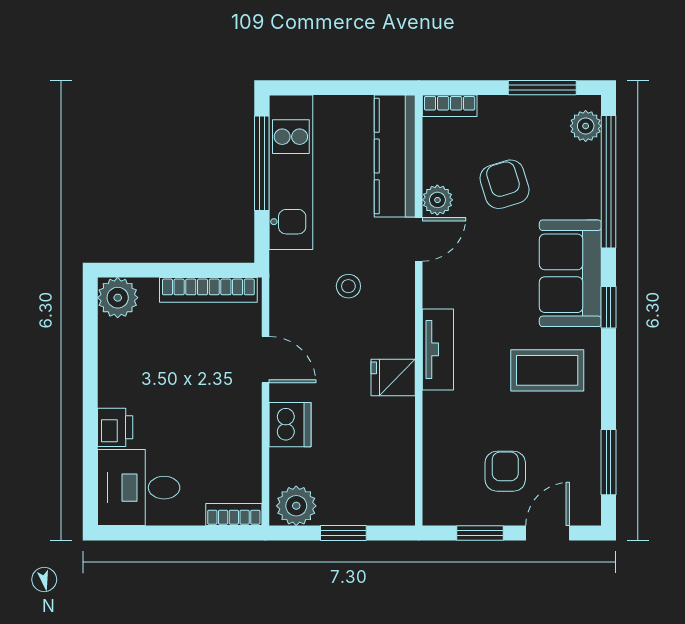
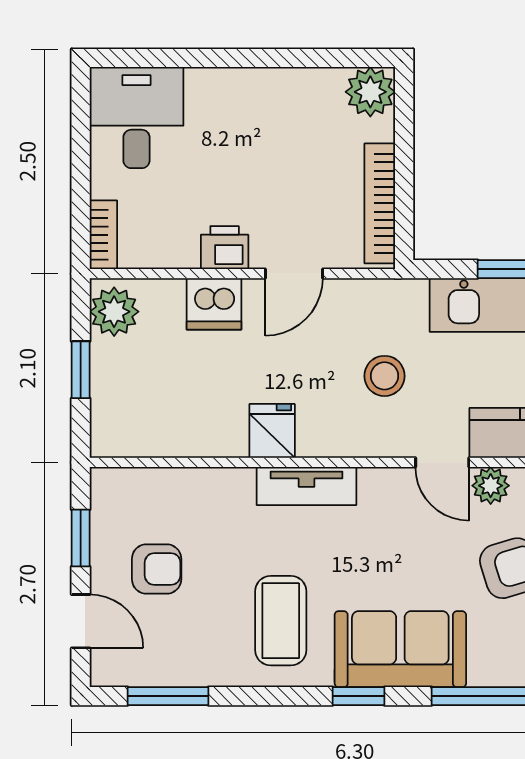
stool: (348, 286) -> (385, 376), width x1.37, depth x1.37
printer: (115, 427) -> (225, 248), moved, turned 180

